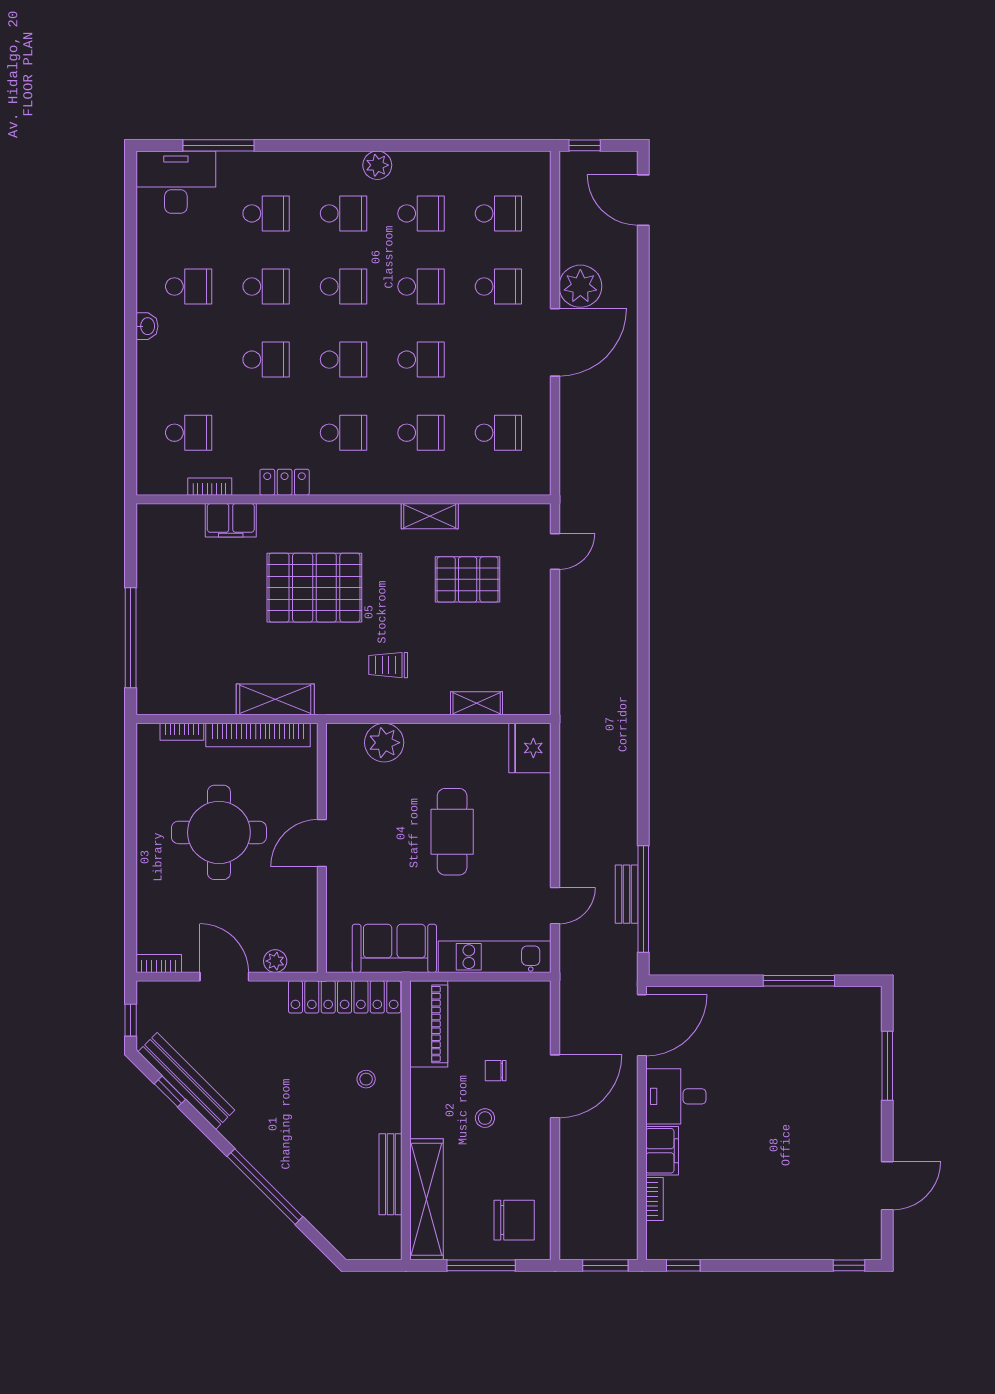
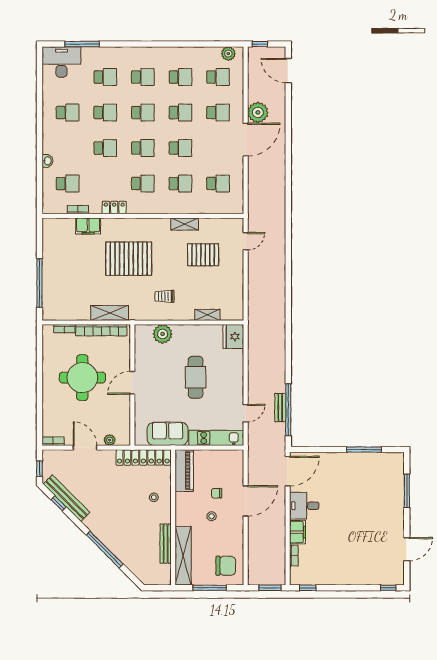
plant: (377, 165) -> (228, 54), moved
washbasin: (147, 326) -> (47, 161), moved

